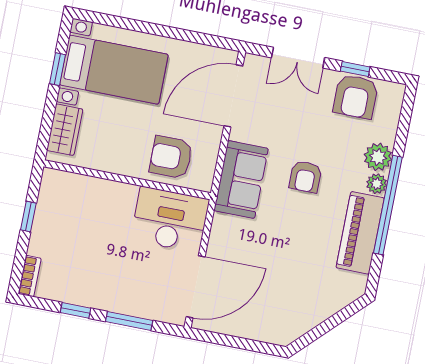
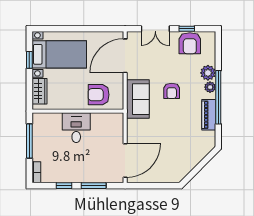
window: (28, 217) -> (29, 141), width x2.17
desk: (170, 220) -> (76, 128), moved, width x0.73
piano: (360, 233) -> (209, 115), width x0.73, depth x0.75

